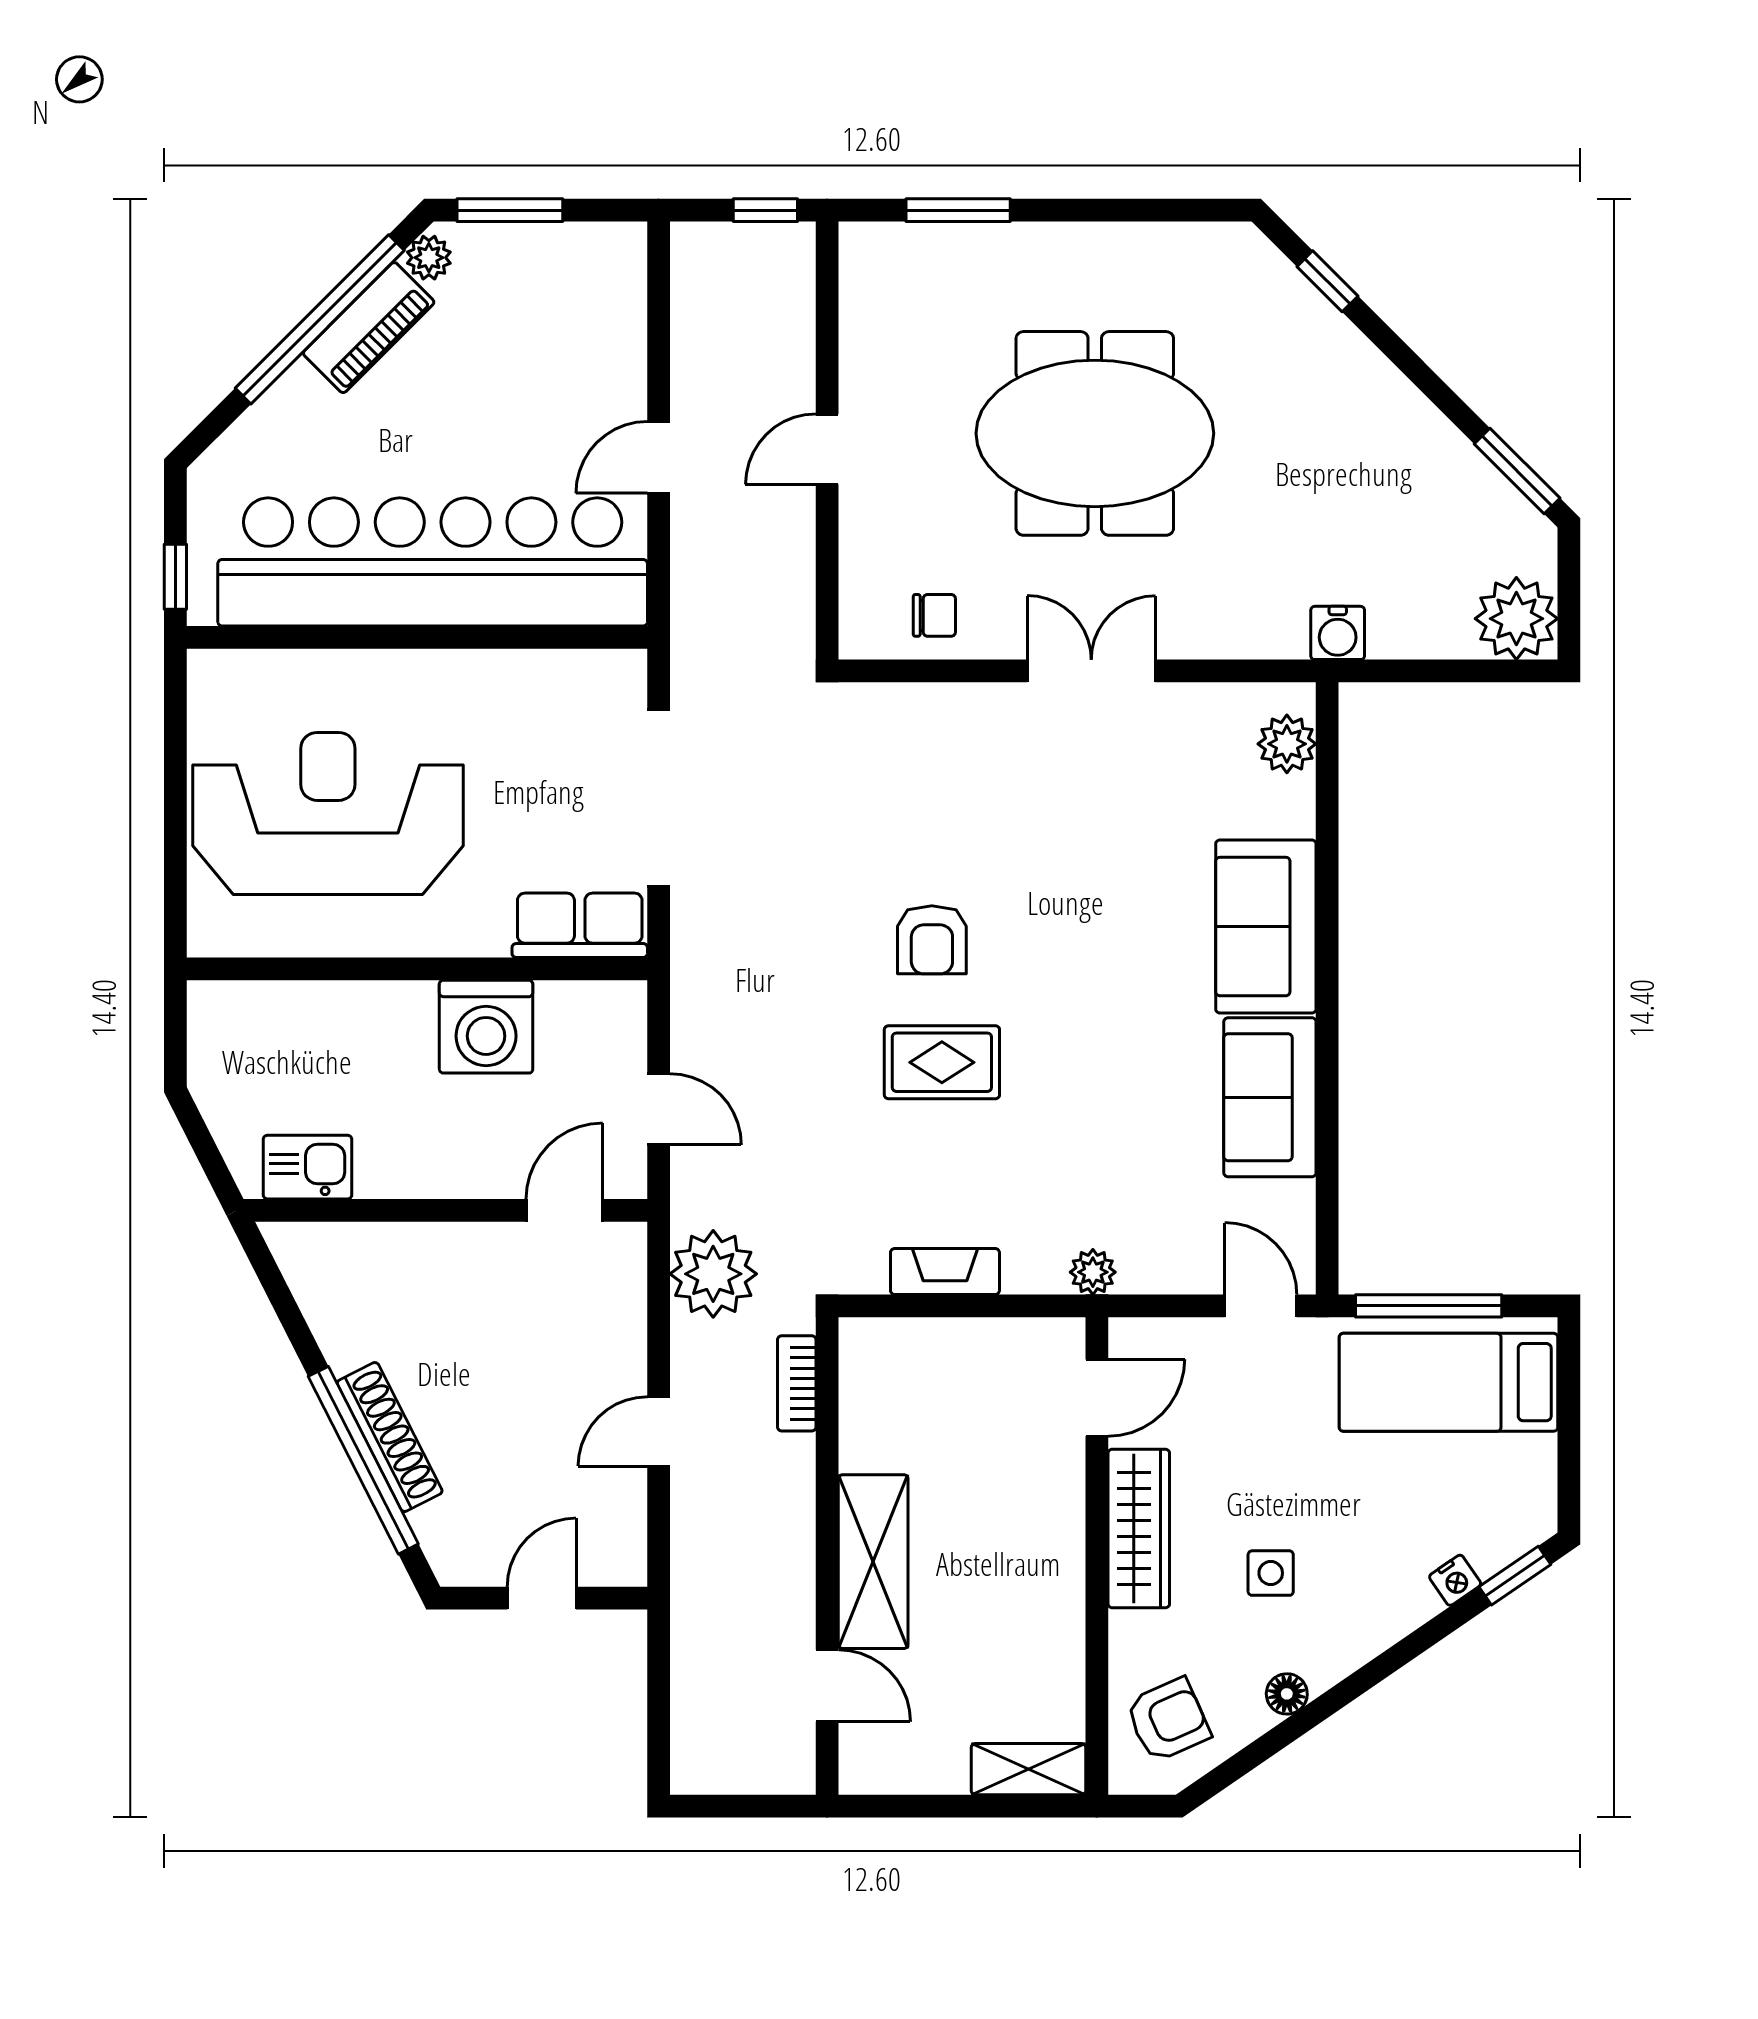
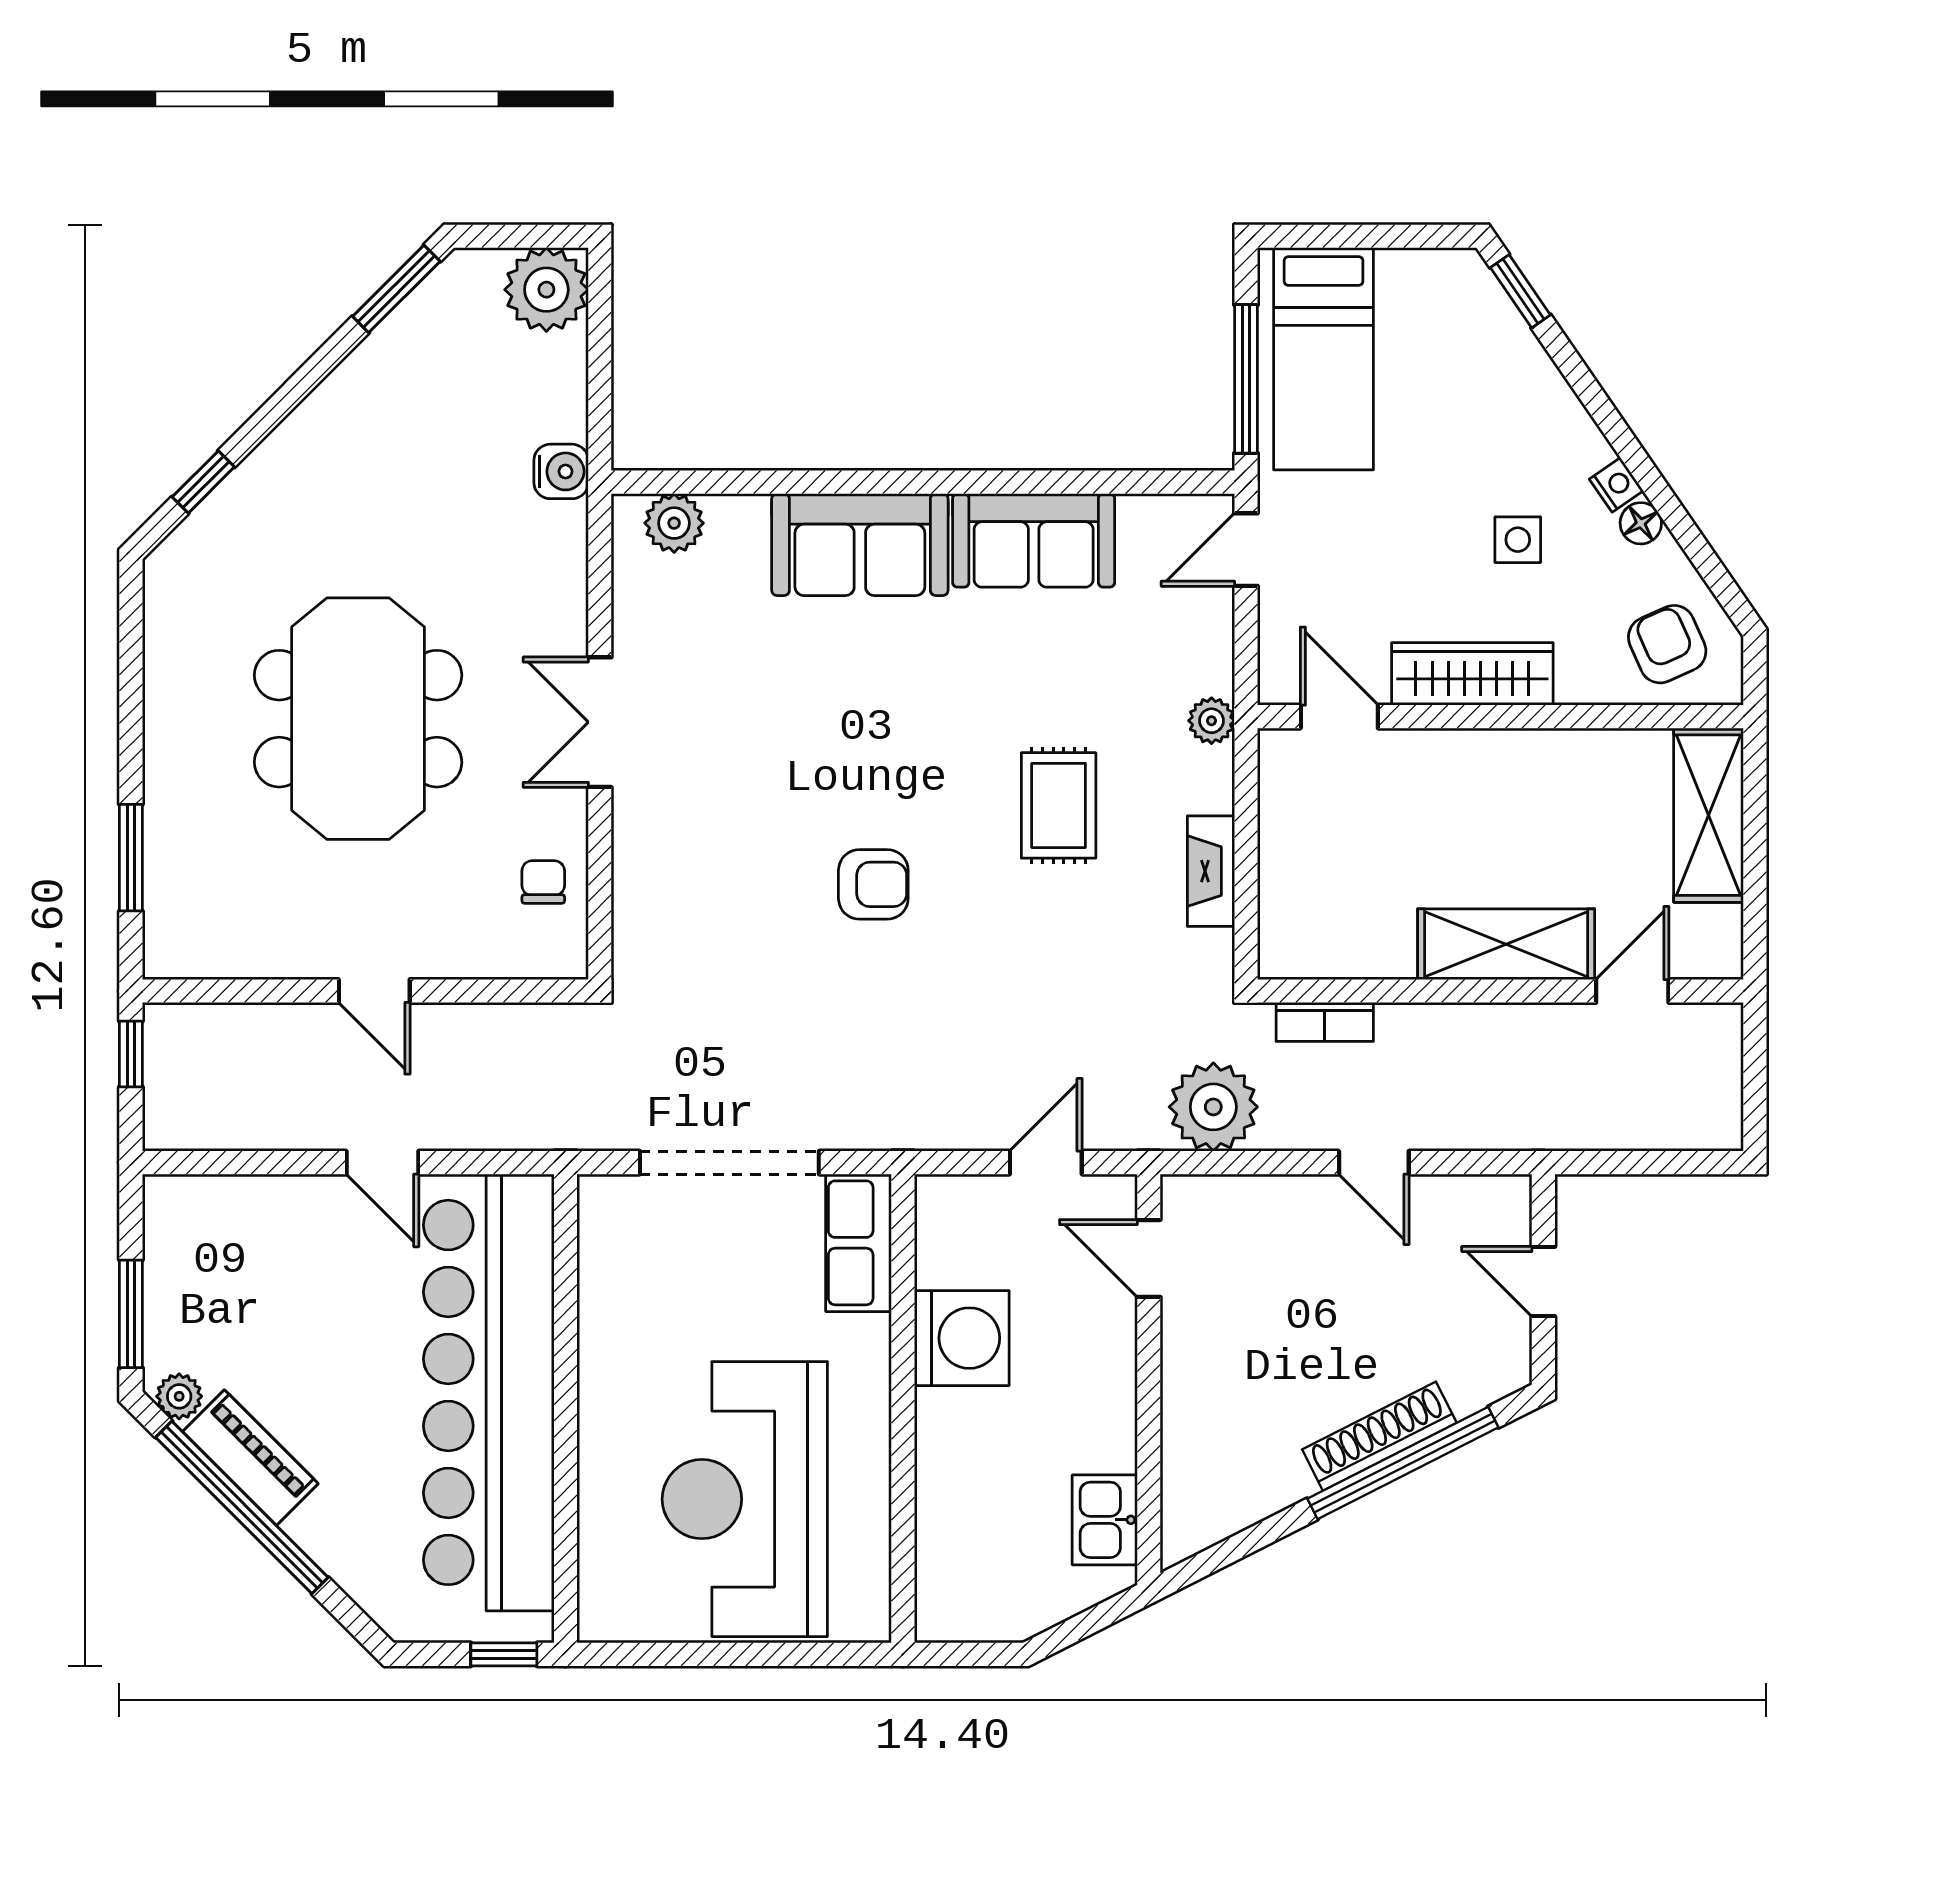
rug: (942, 1062) -> (1059, 805), moved
nightstand: (1455, 1580) -> (1616, 485), moved
shelving: (1028, 1769) -> (1709, 815), width x1.50, depth x1.33

